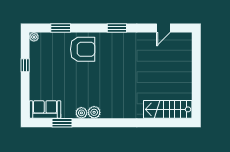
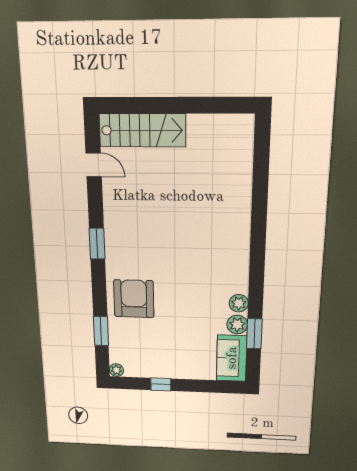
stairs: (168, 109) -> (142, 130), moved, turned -90
plant: (94, 112) -> (237, 325), moved

